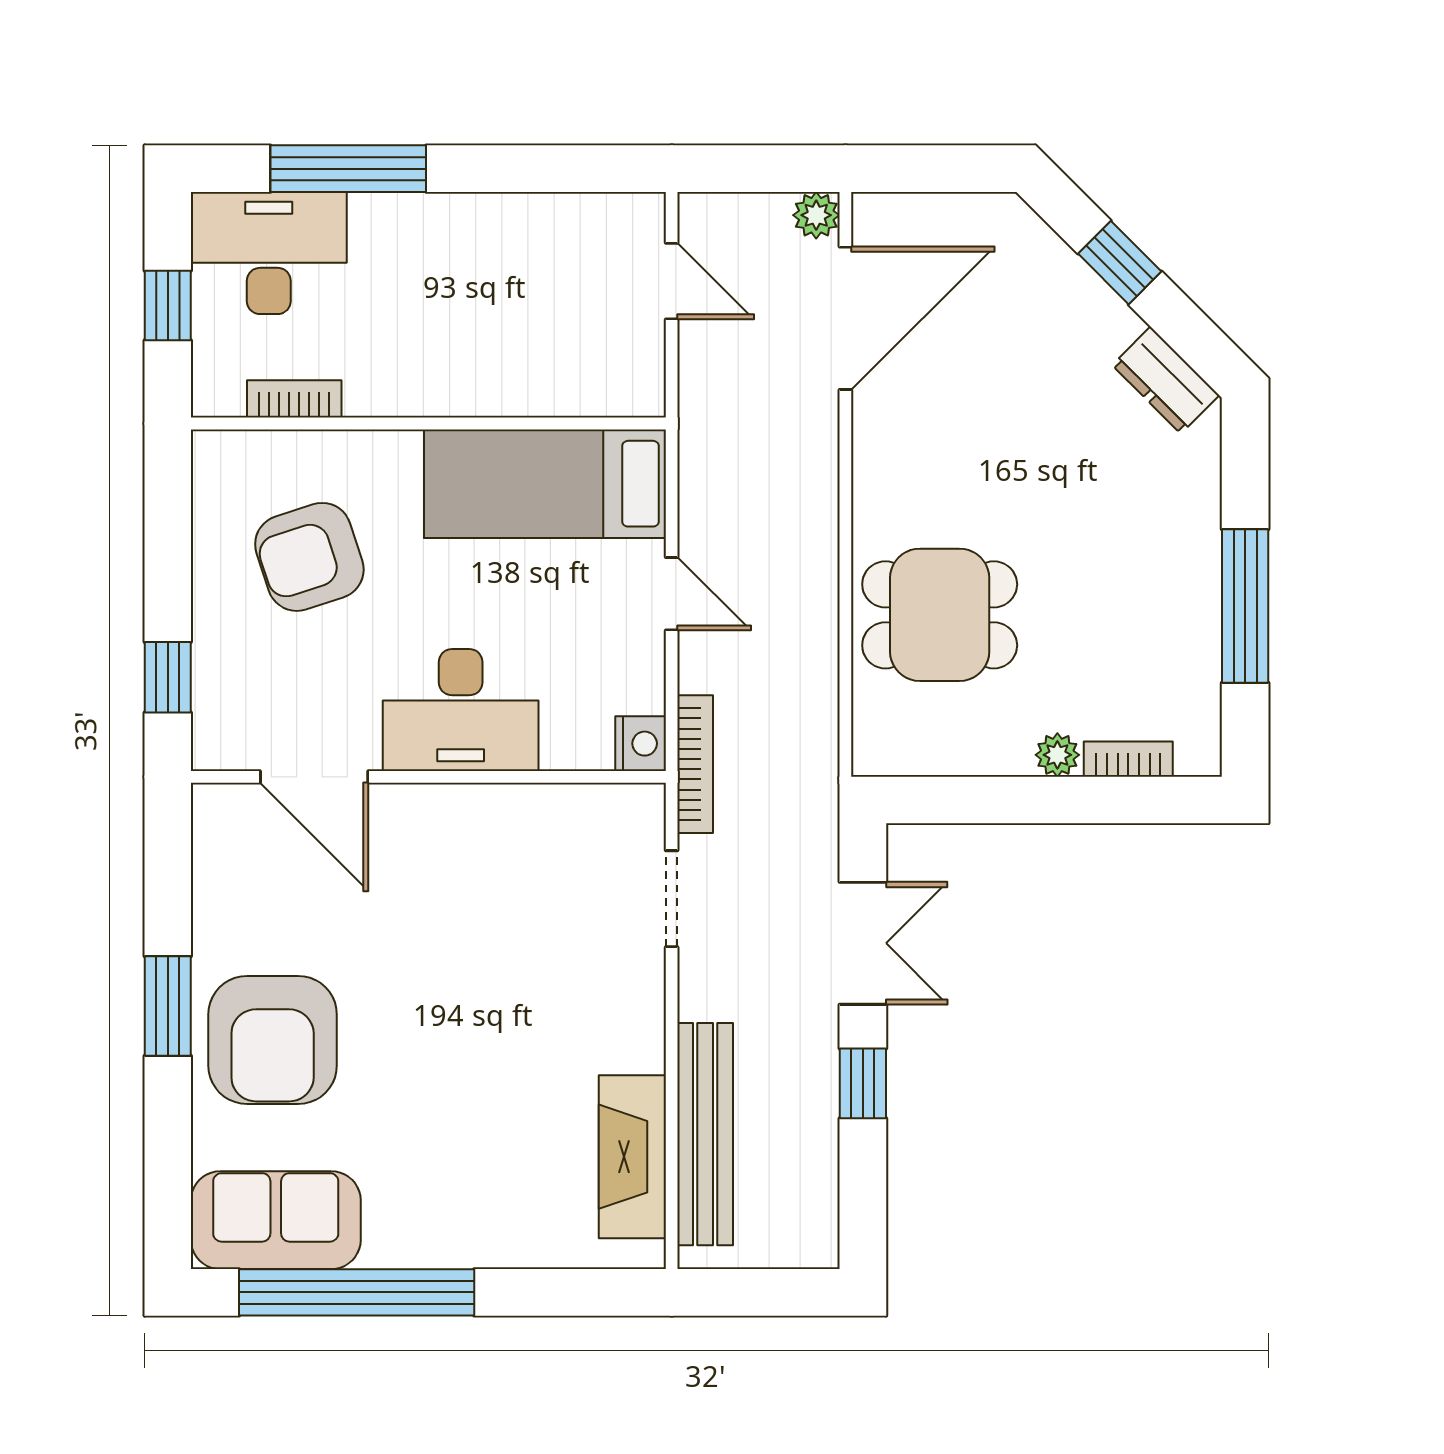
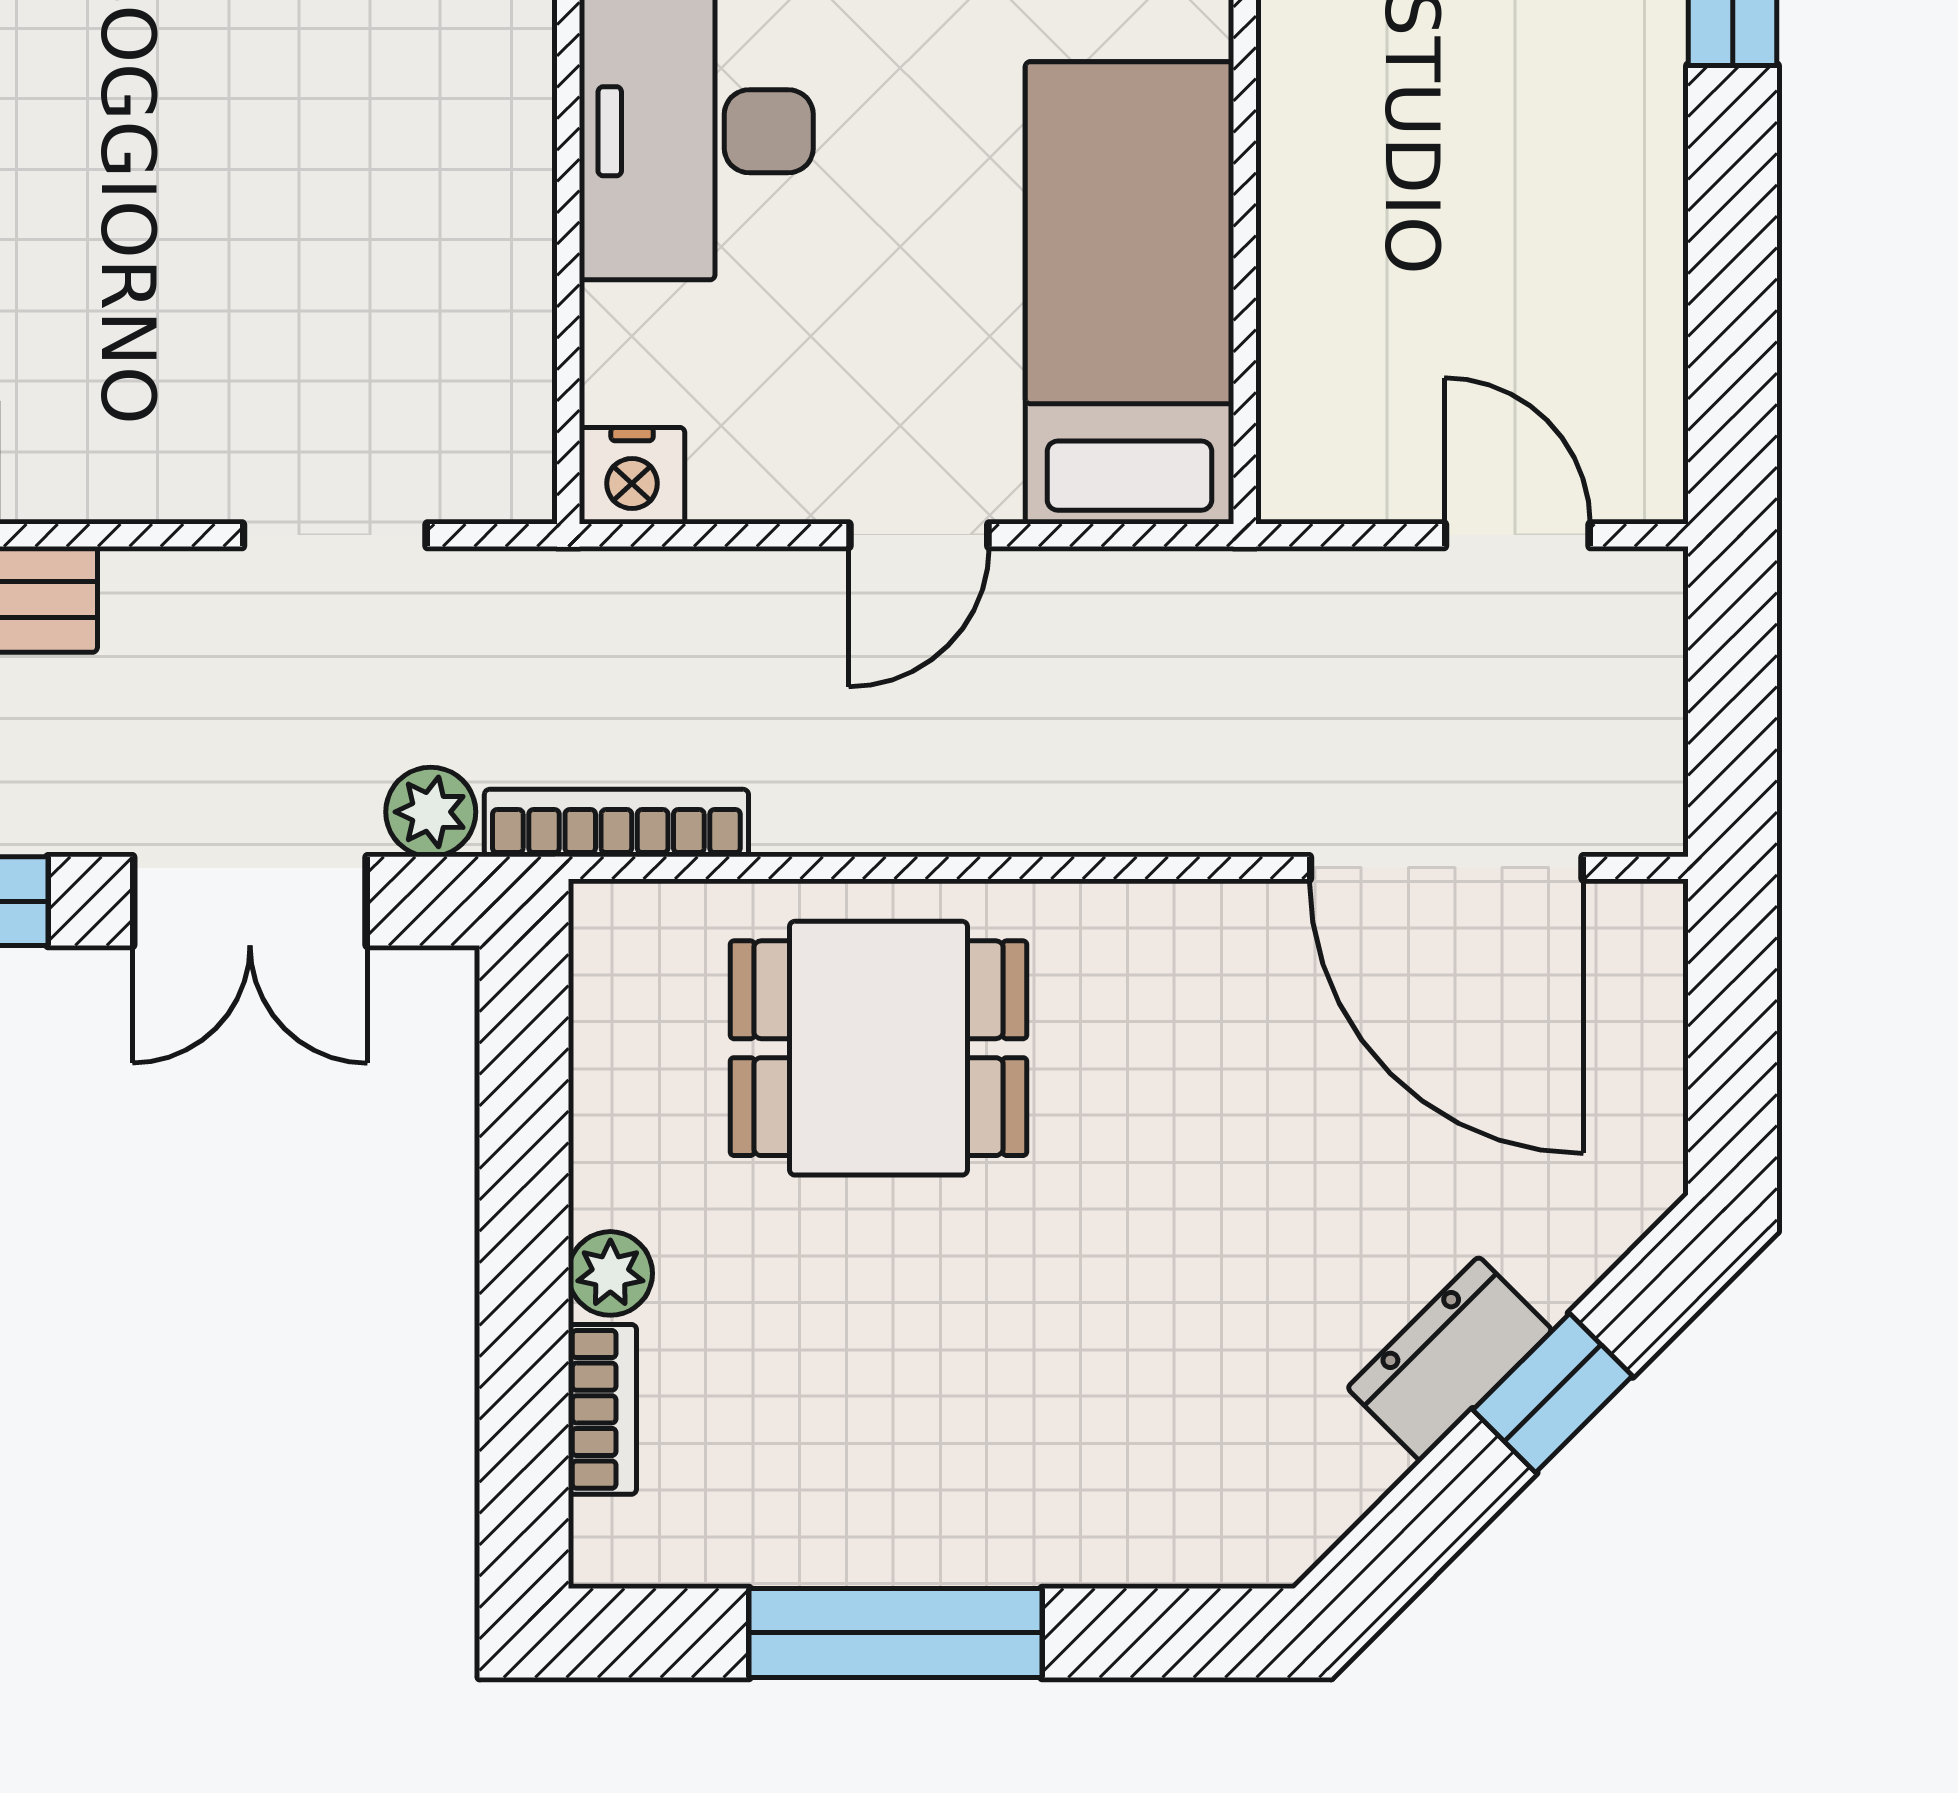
plant: (816, 215) -> (431, 812), moved
door: (672, 281) -> (1517, 535), swing flipped
dresser: (1166, 380) -> (1450, 1359), moved
dining table: (940, 615) -> (878, 1048), turned 90
bookcase: (695, 764) -> (616, 823), moved, turned 180

